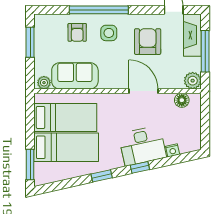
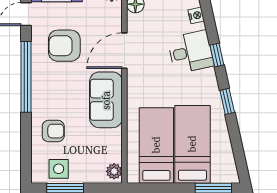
window: (99, 10) -> (26, 77), moved
side table: (109, 33) -> (59, 169), moved
sofa: (75, 76) -> (106, 100), moved
desk: (142, 146) -> (191, 52), width x0.73

